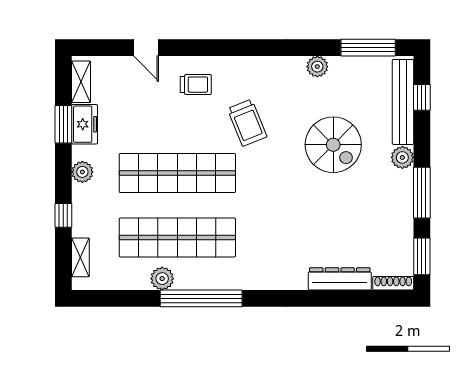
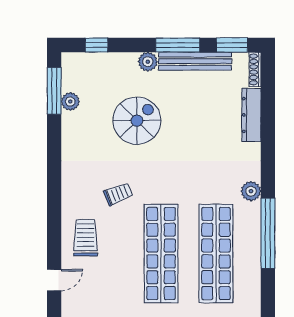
plant: (317, 67) -> (70, 102), moved
trolley: (196, 85) -> (86, 238), width x1.36, depth x1.39
bench: (403, 102) -> (195, 61), moved
trolley: (247, 123) -> (118, 194), width x0.73, depth x0.72
plant: (162, 279) -> (251, 191), moved

